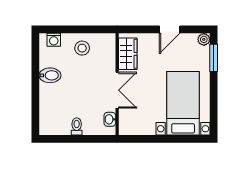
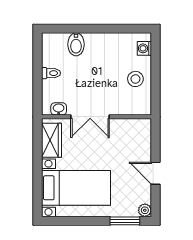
wardrobe: (128, 54) -> (52, 140), moved, turned -90
bidet: (50, 75) -> (76, 44), moved

